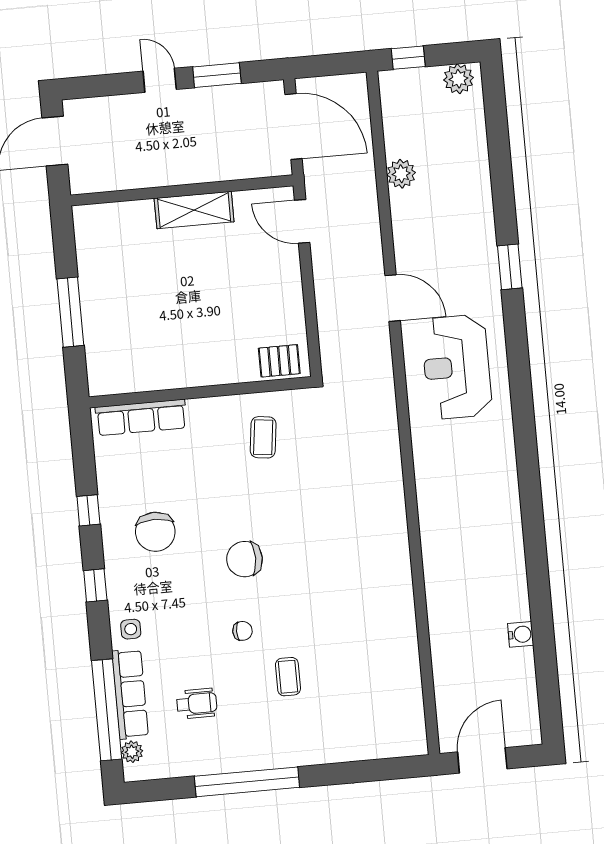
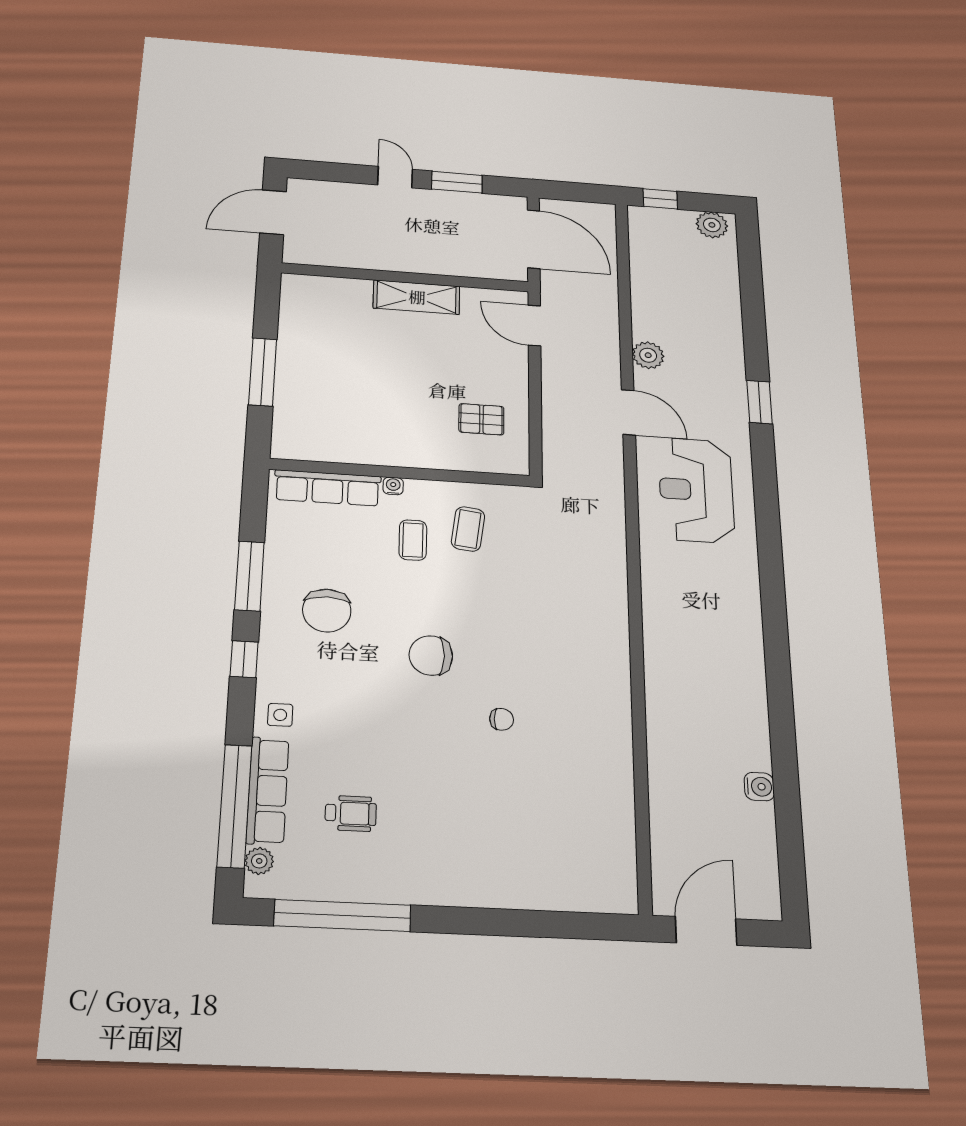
plant: (401, 174) -> (648, 355), moved
pallet: (279, 361) -> (481, 419), moved
water cooler: (196, 406) -> (393, 486), added
window: (88, 510) -> (249, 576), width x2.17
chair: (242, 631) -> (502, 719), moved
coffee table: (288, 677) -> (413, 540), moved
window: (247, 782) -> (343, 915), moved

